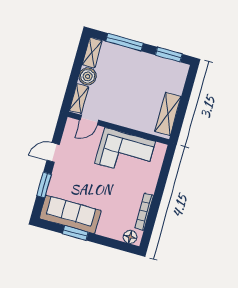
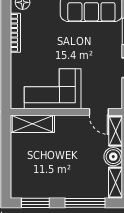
shelving: (168, 114) -> (32, 124), moved, turned 90
door: (89, 120) -> (99, 112), swing flipped

